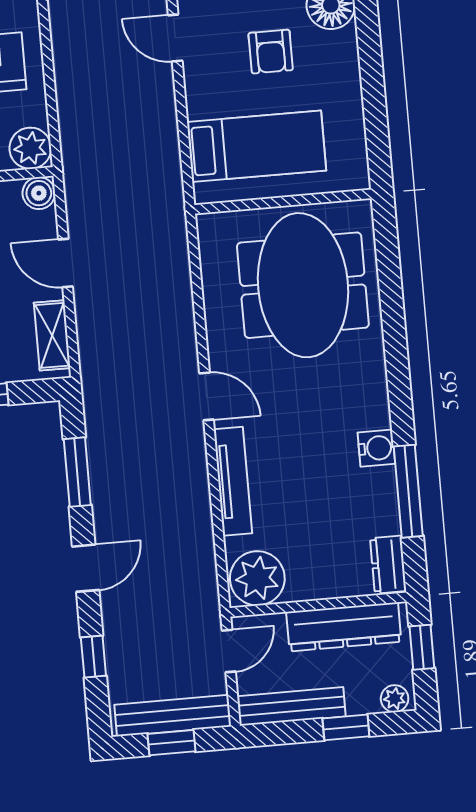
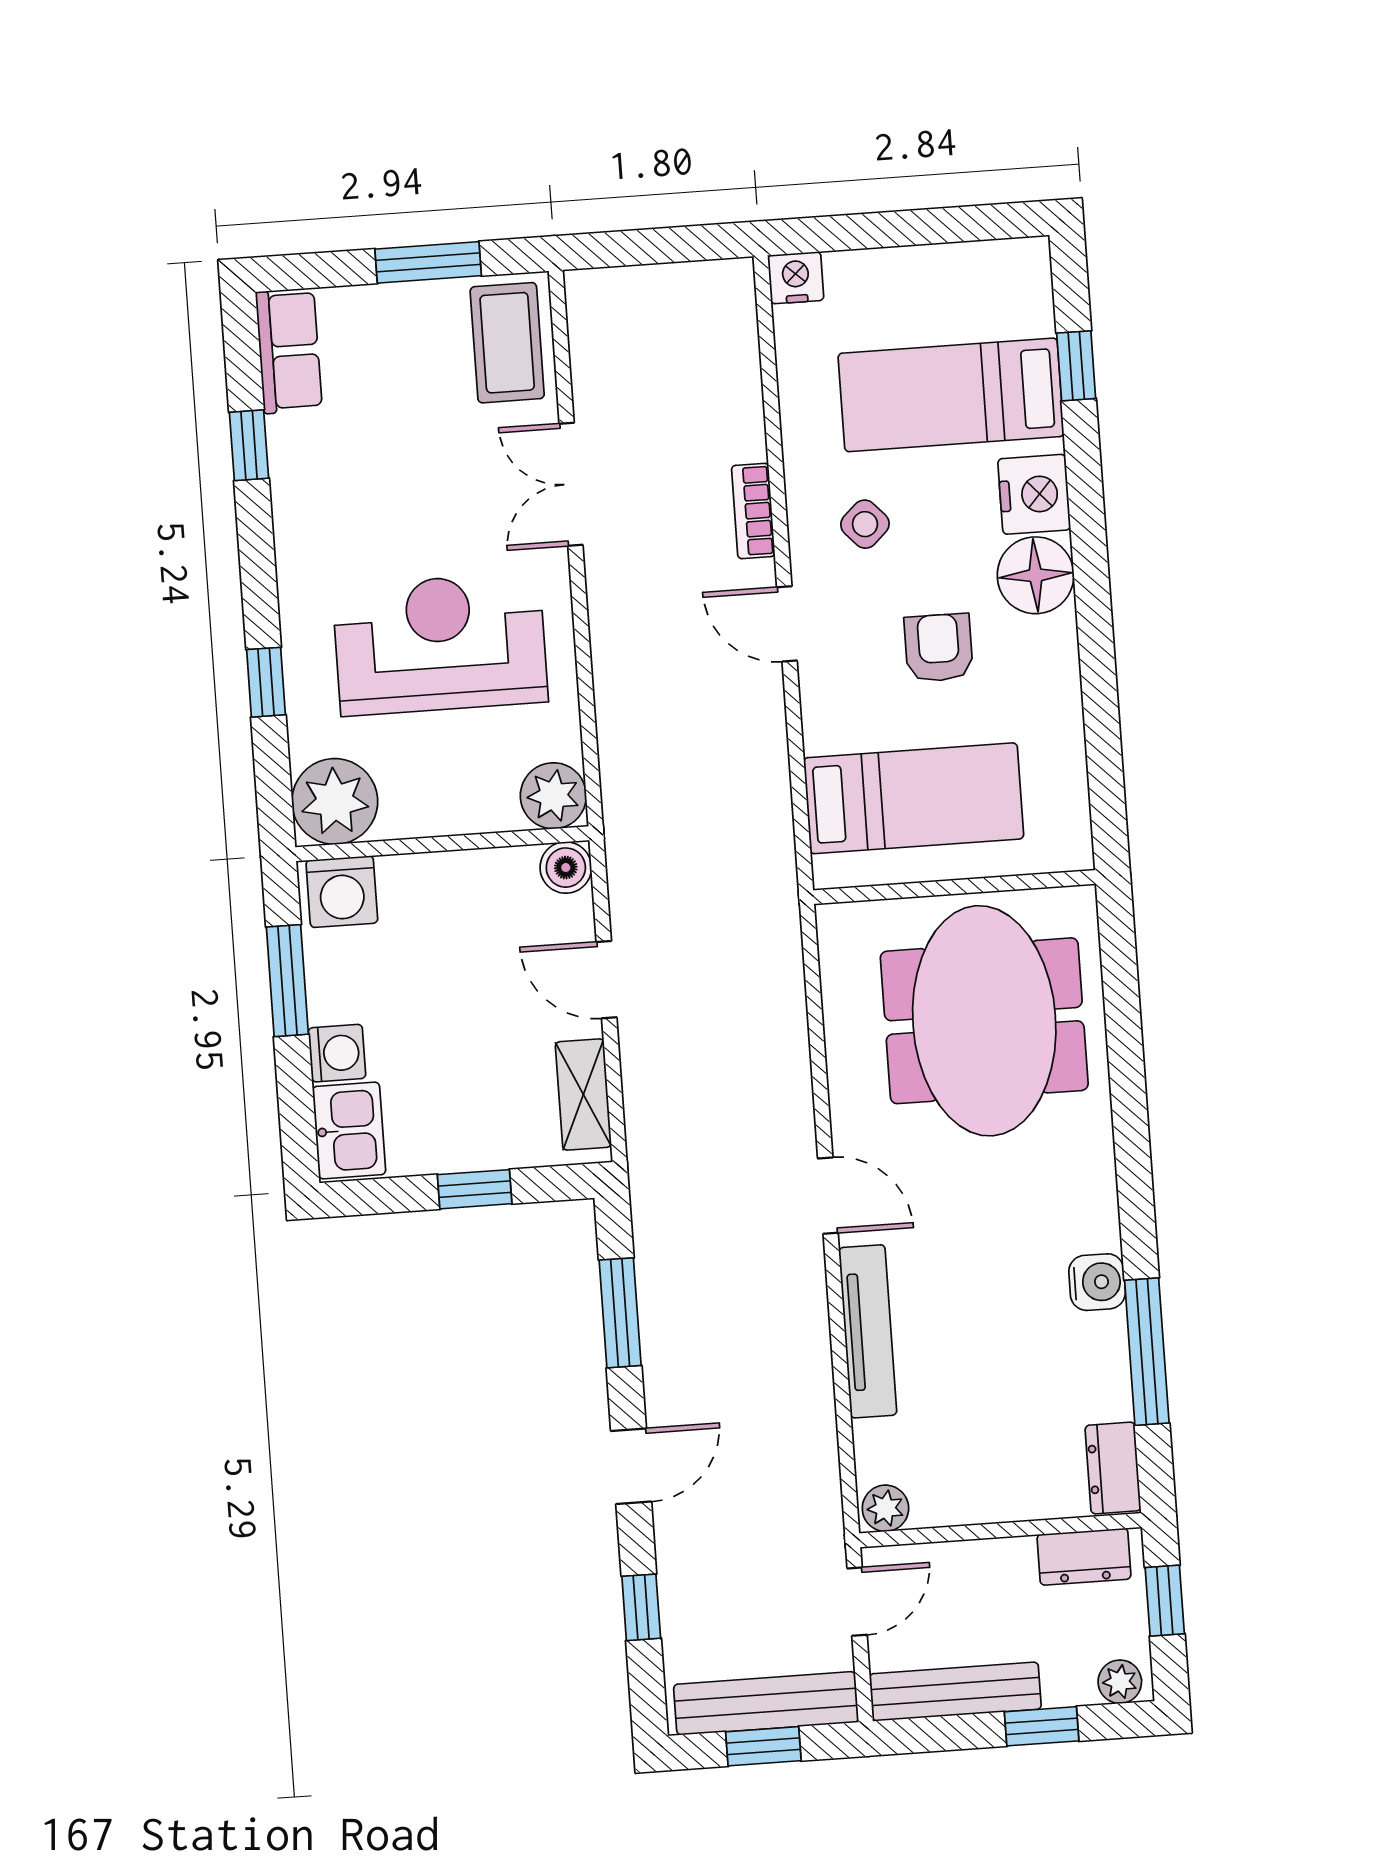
armchair: (271, 52) -> (939, 648), turned 180
plant: (257, 578) -> (885, 1508), width x0.53, depth x0.53
dresser: (344, 627) -> (1084, 1557), width x0.51, depth x0.80

